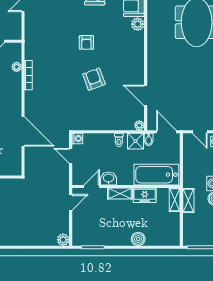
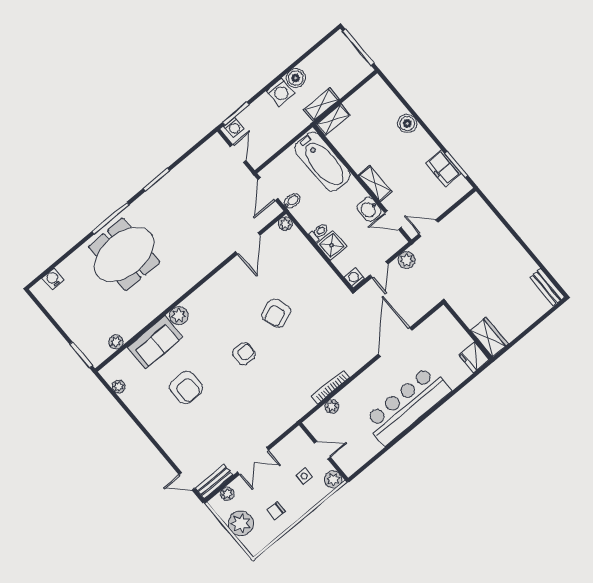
shower: (135, 141) -> (332, 245), moved
freezer: (145, 195) -> (443, 168), moved, turned 180
plant: (63, 240) -> (407, 260), moved

